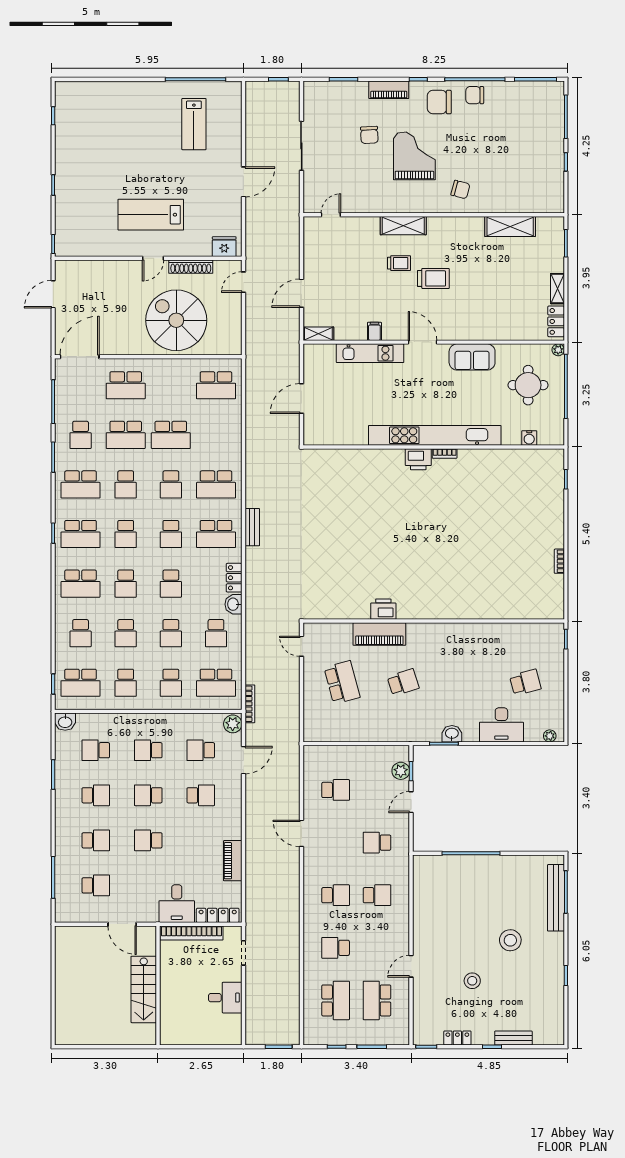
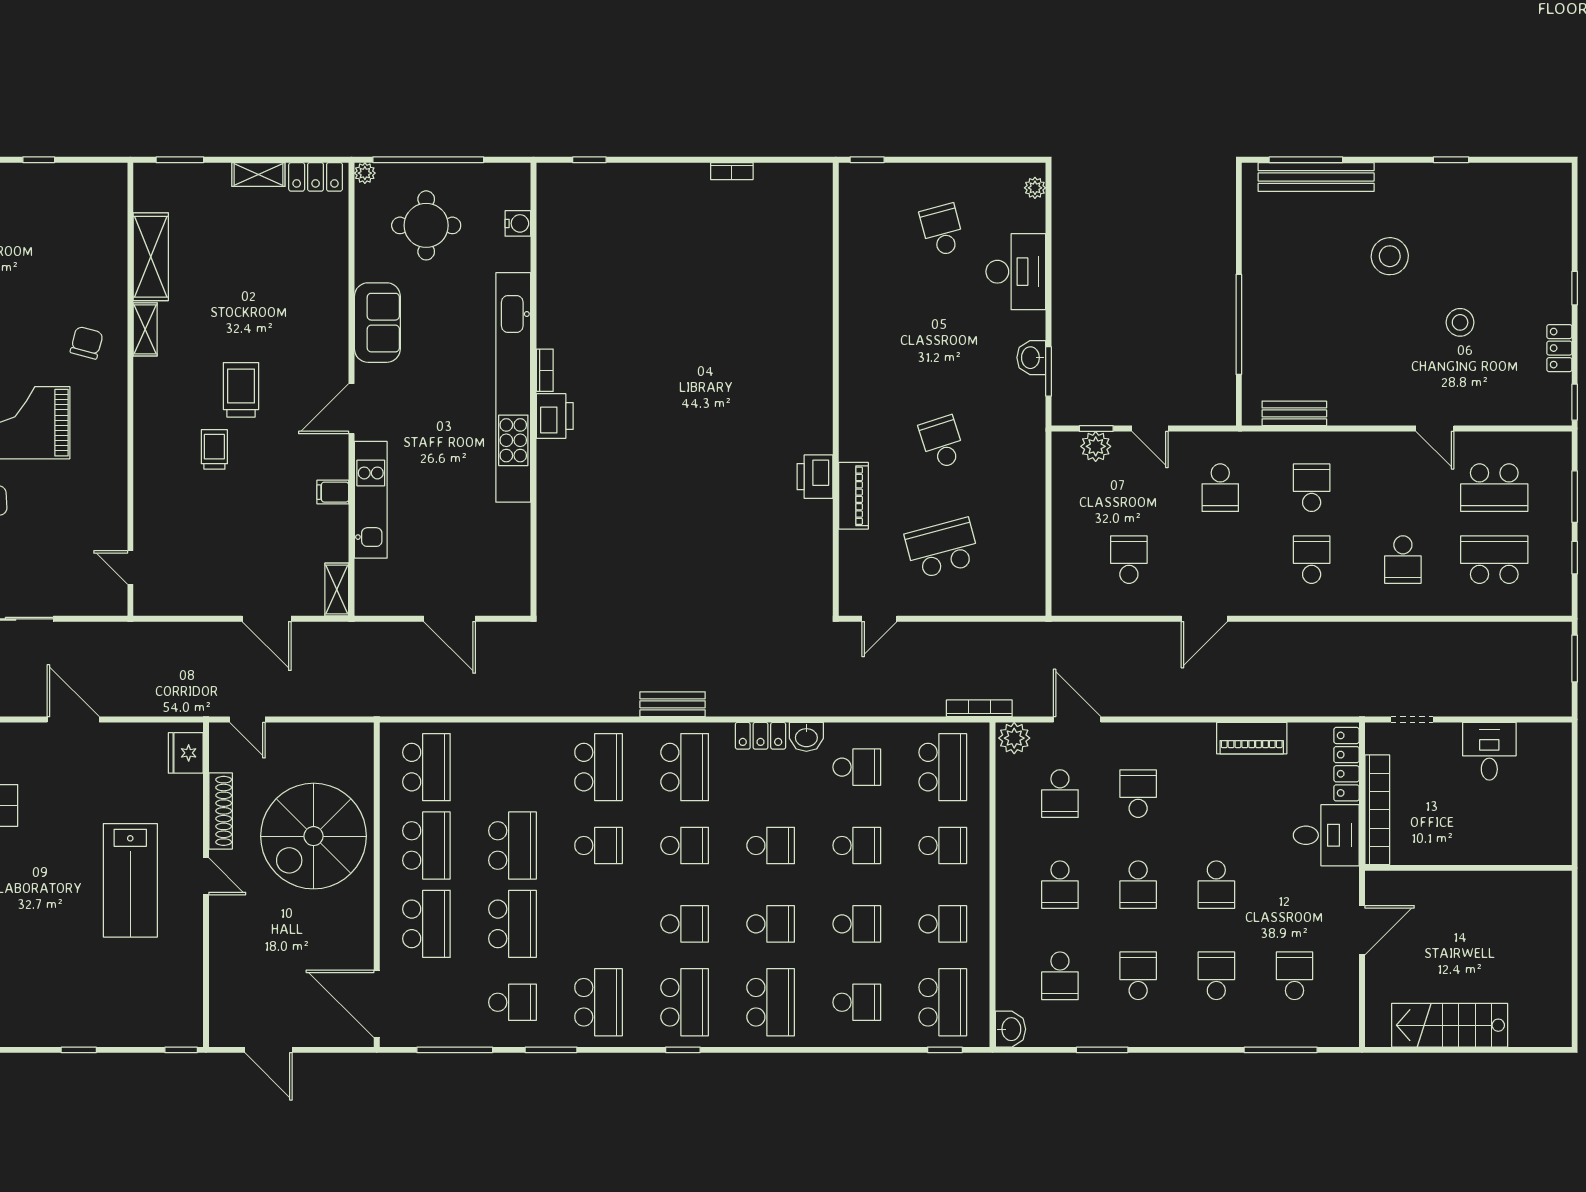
shelving: (403, 226) -> (145, 329), moved, width x0.67, depth x0.75
school desk: (126, 484) -> (426, 845), moved, width x1.85
piano: (379, 634) -> (853, 496), width x0.73, depth x0.75
stairs: (144, 989) -> (1450, 1025), moved, turned 180
bench: (513, 1038) -> (1294, 413), moved, turned 90

